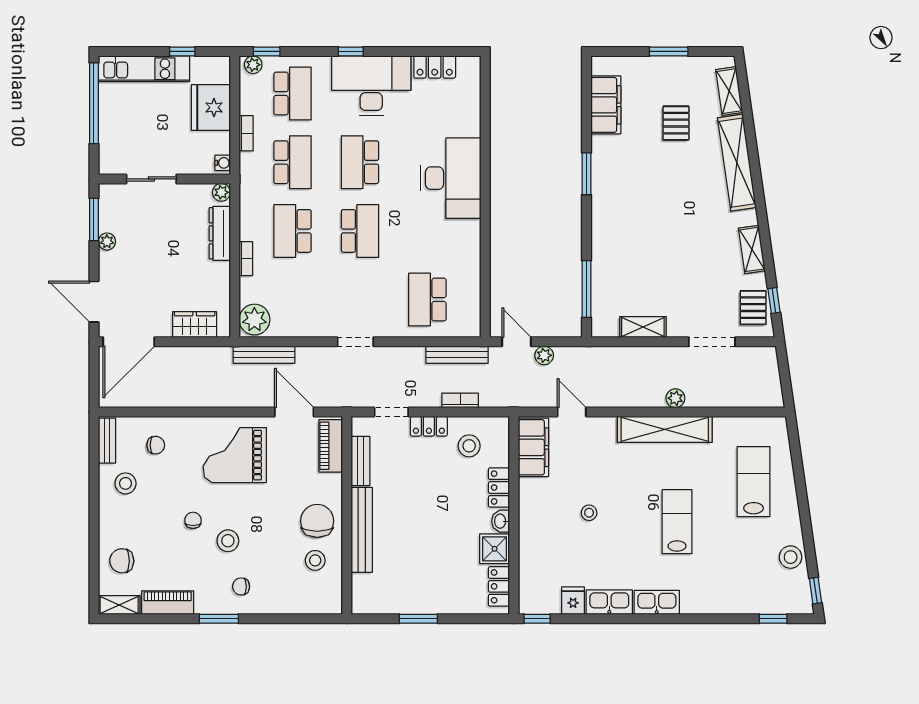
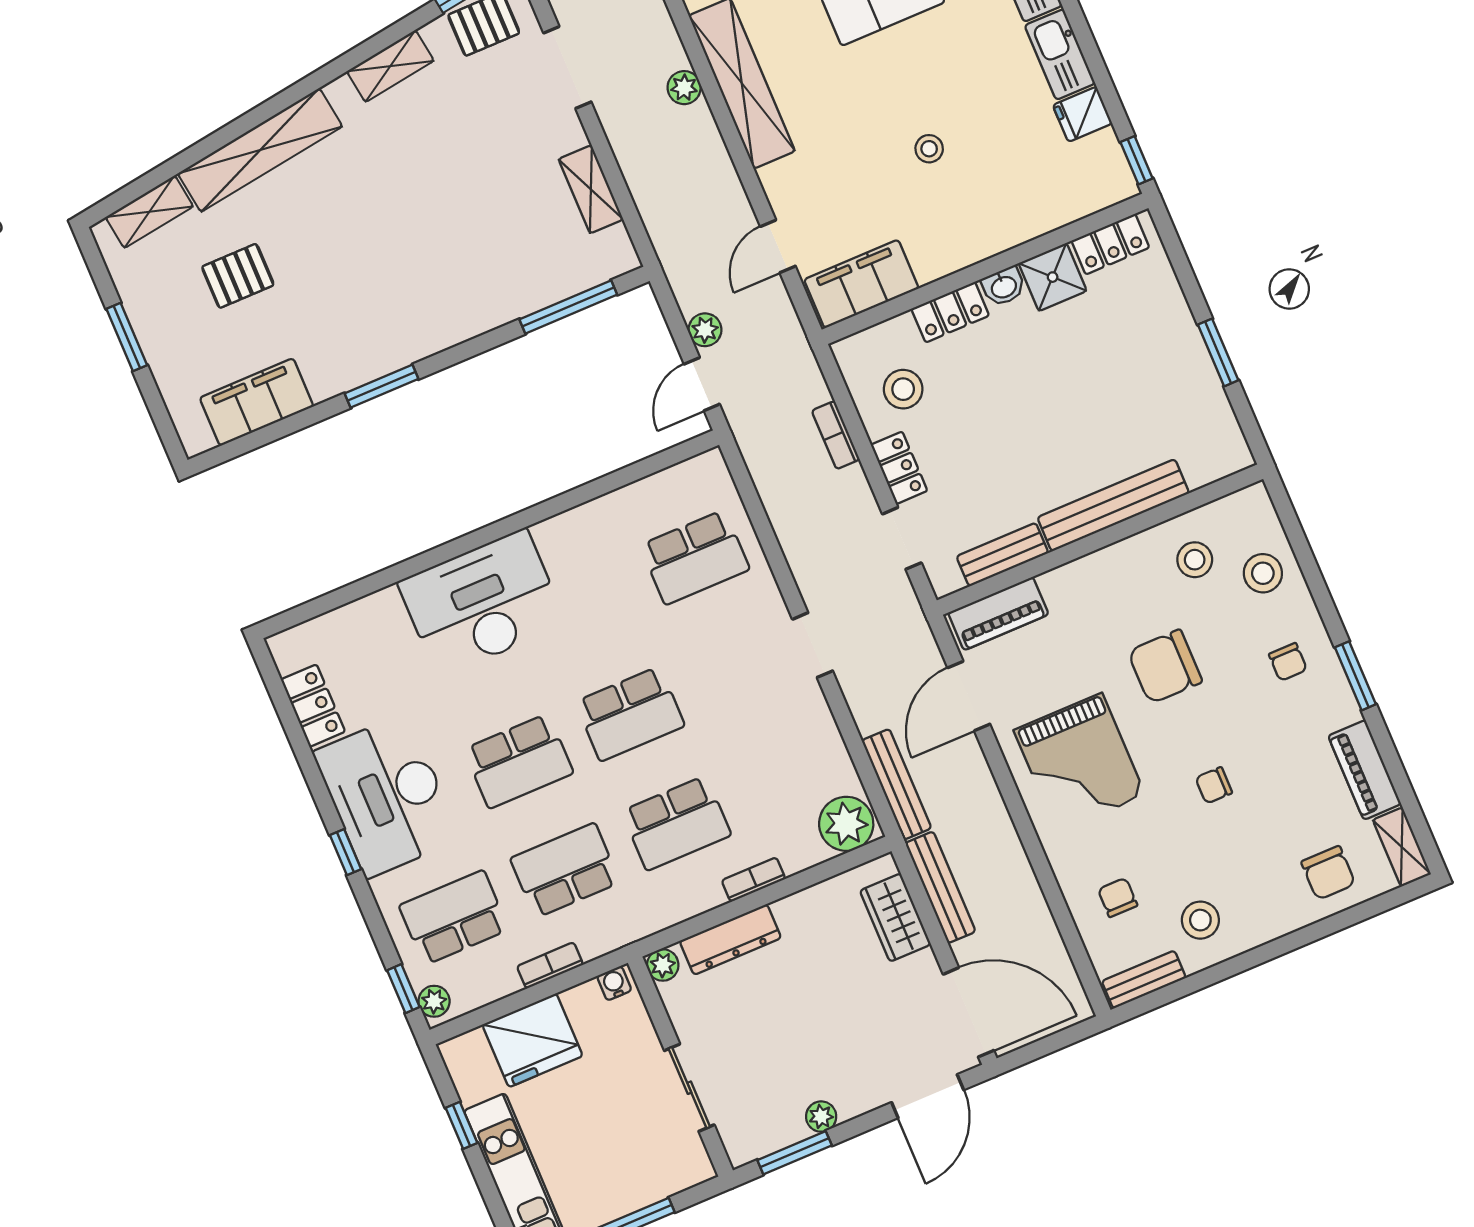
school desk: (360, 231) -> (630, 714), turned 180
bench: (457, 355) -> (940, 887), moved
chair: (317, 521) -> (1165, 667), moved
stool: (228, 541) -> (1263, 573), moved

